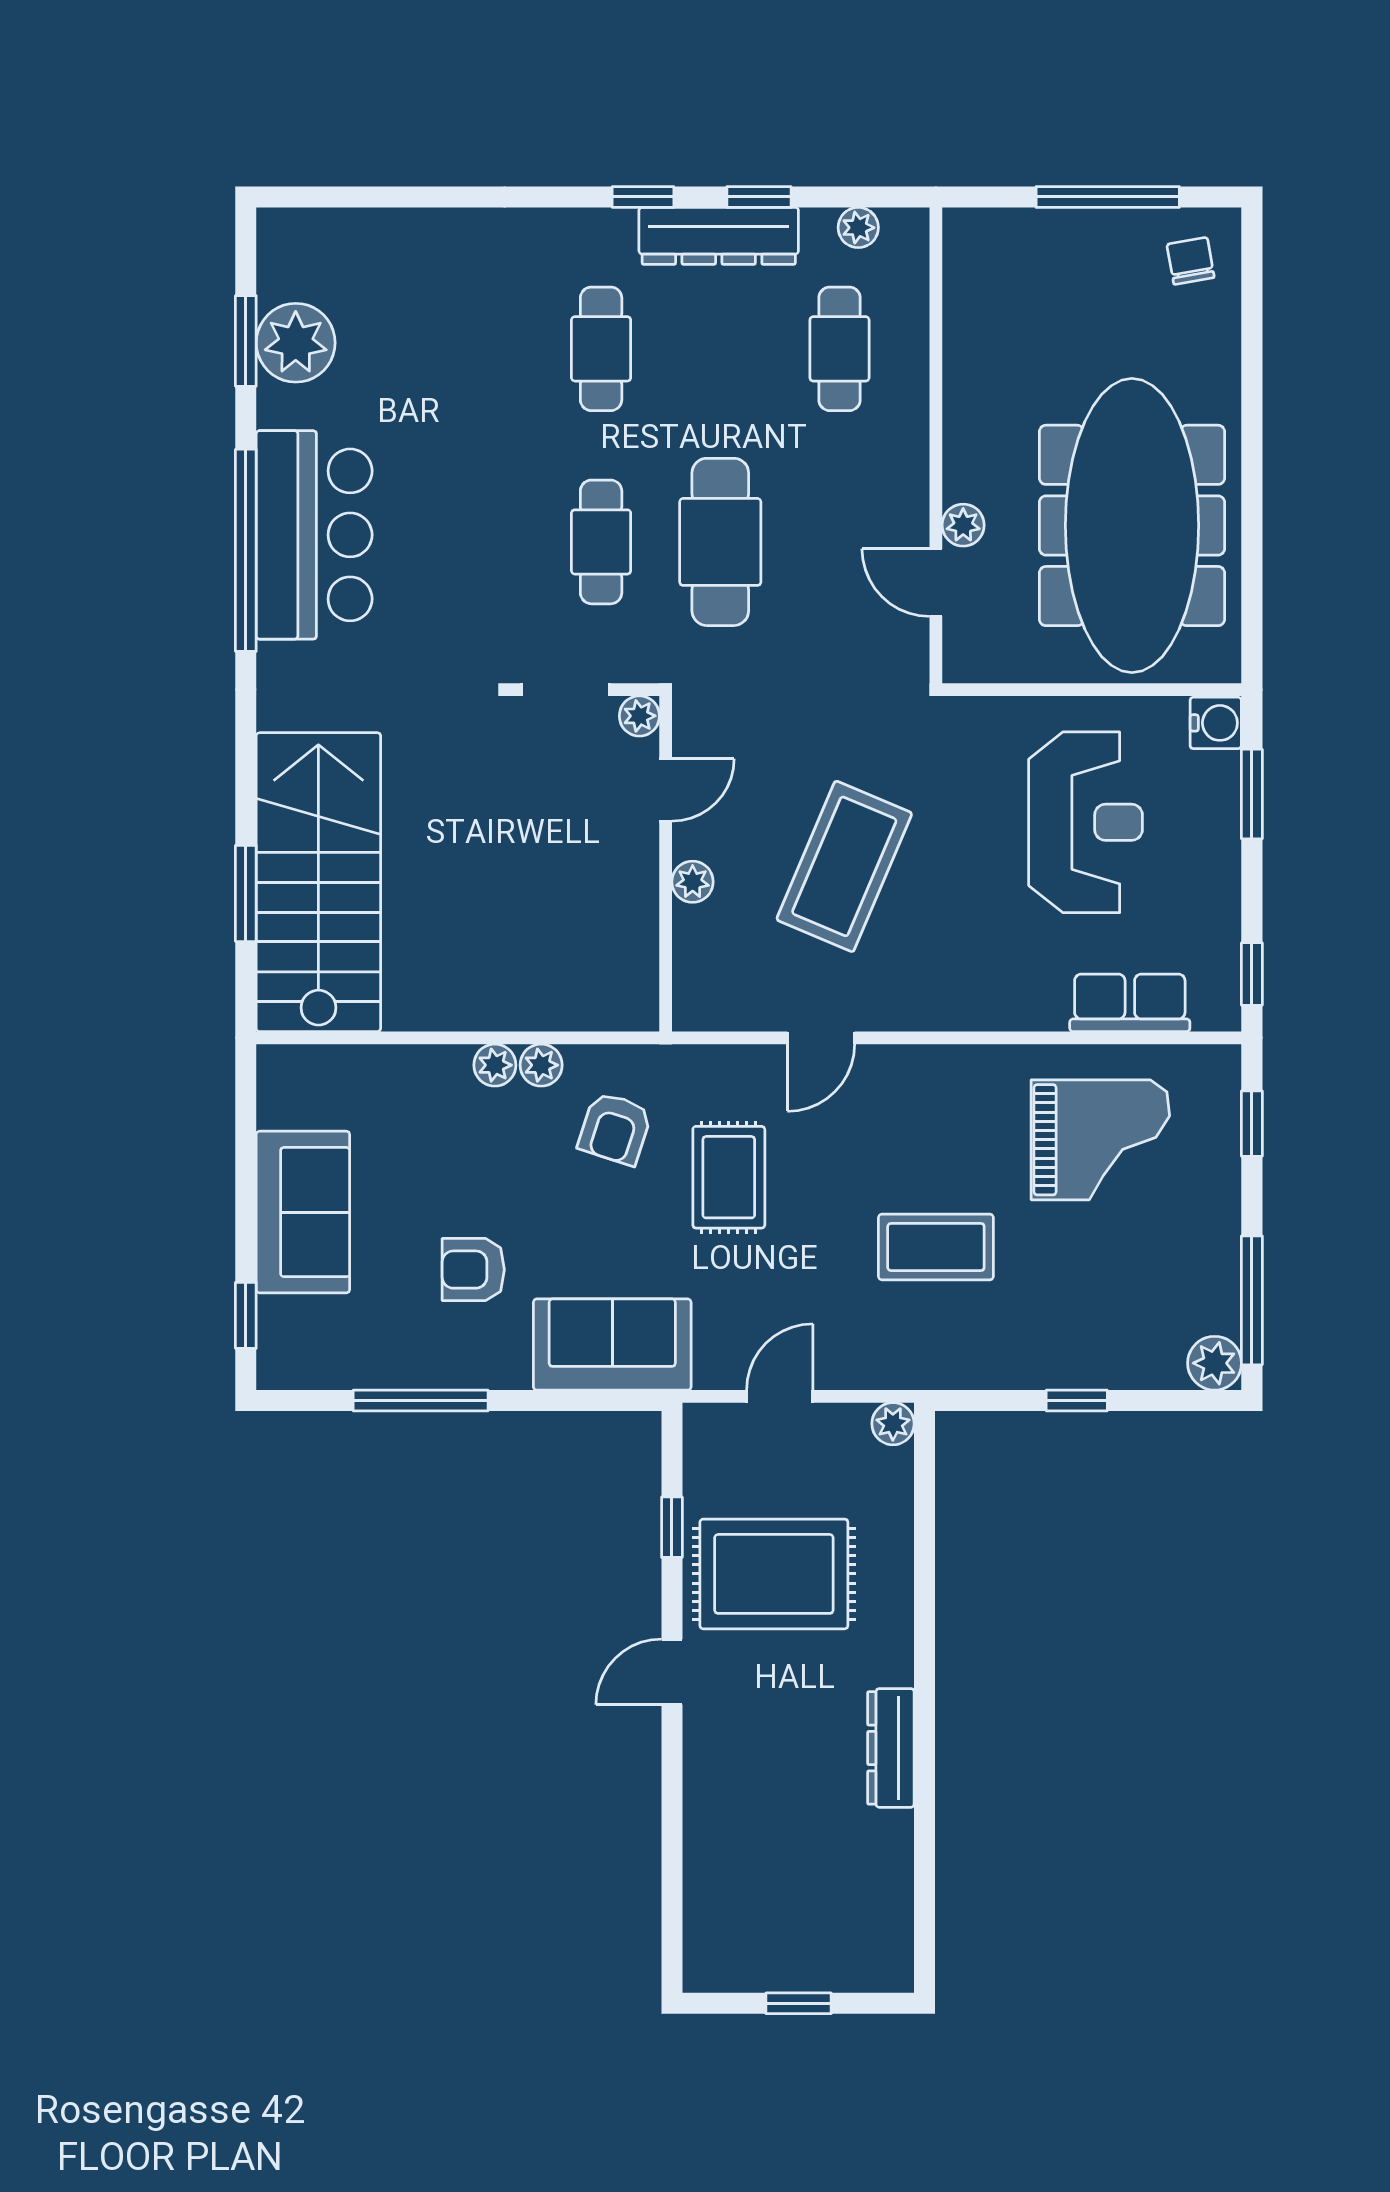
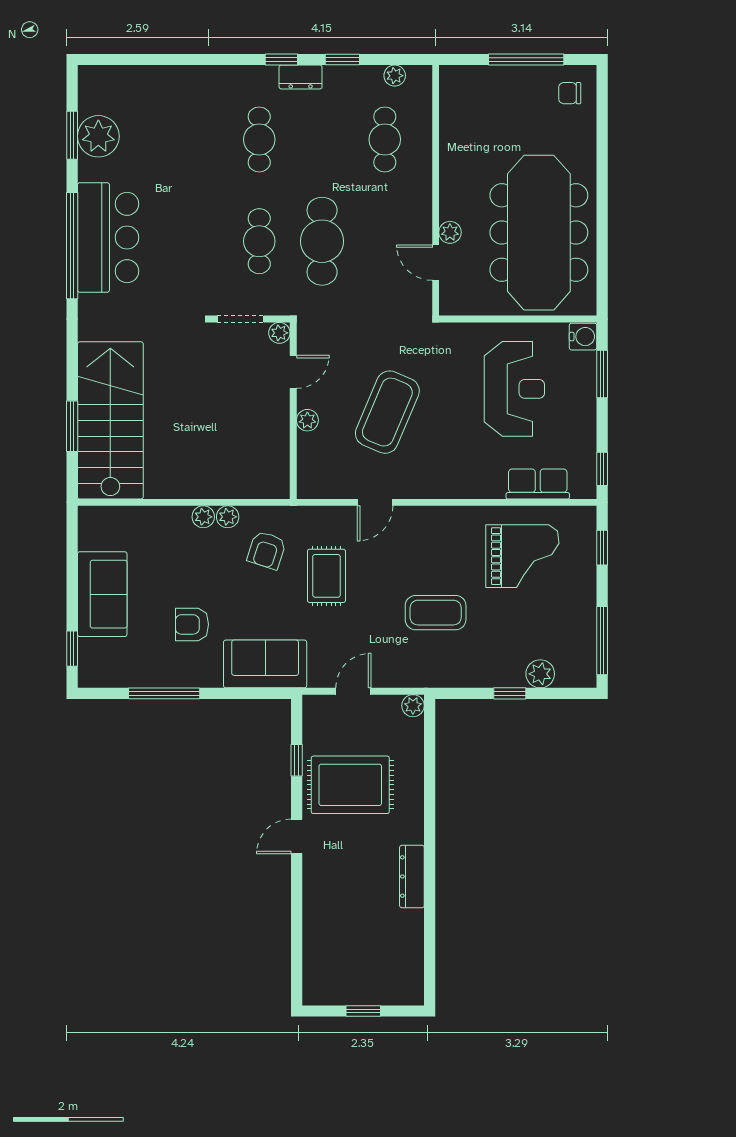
dresser: (719, 236) -> (301, 77), width x0.51, depth x0.80
chair: (1191, 261) -> (570, 93), turned -80
plant: (1215, 1363) -> (540, 674), moved

